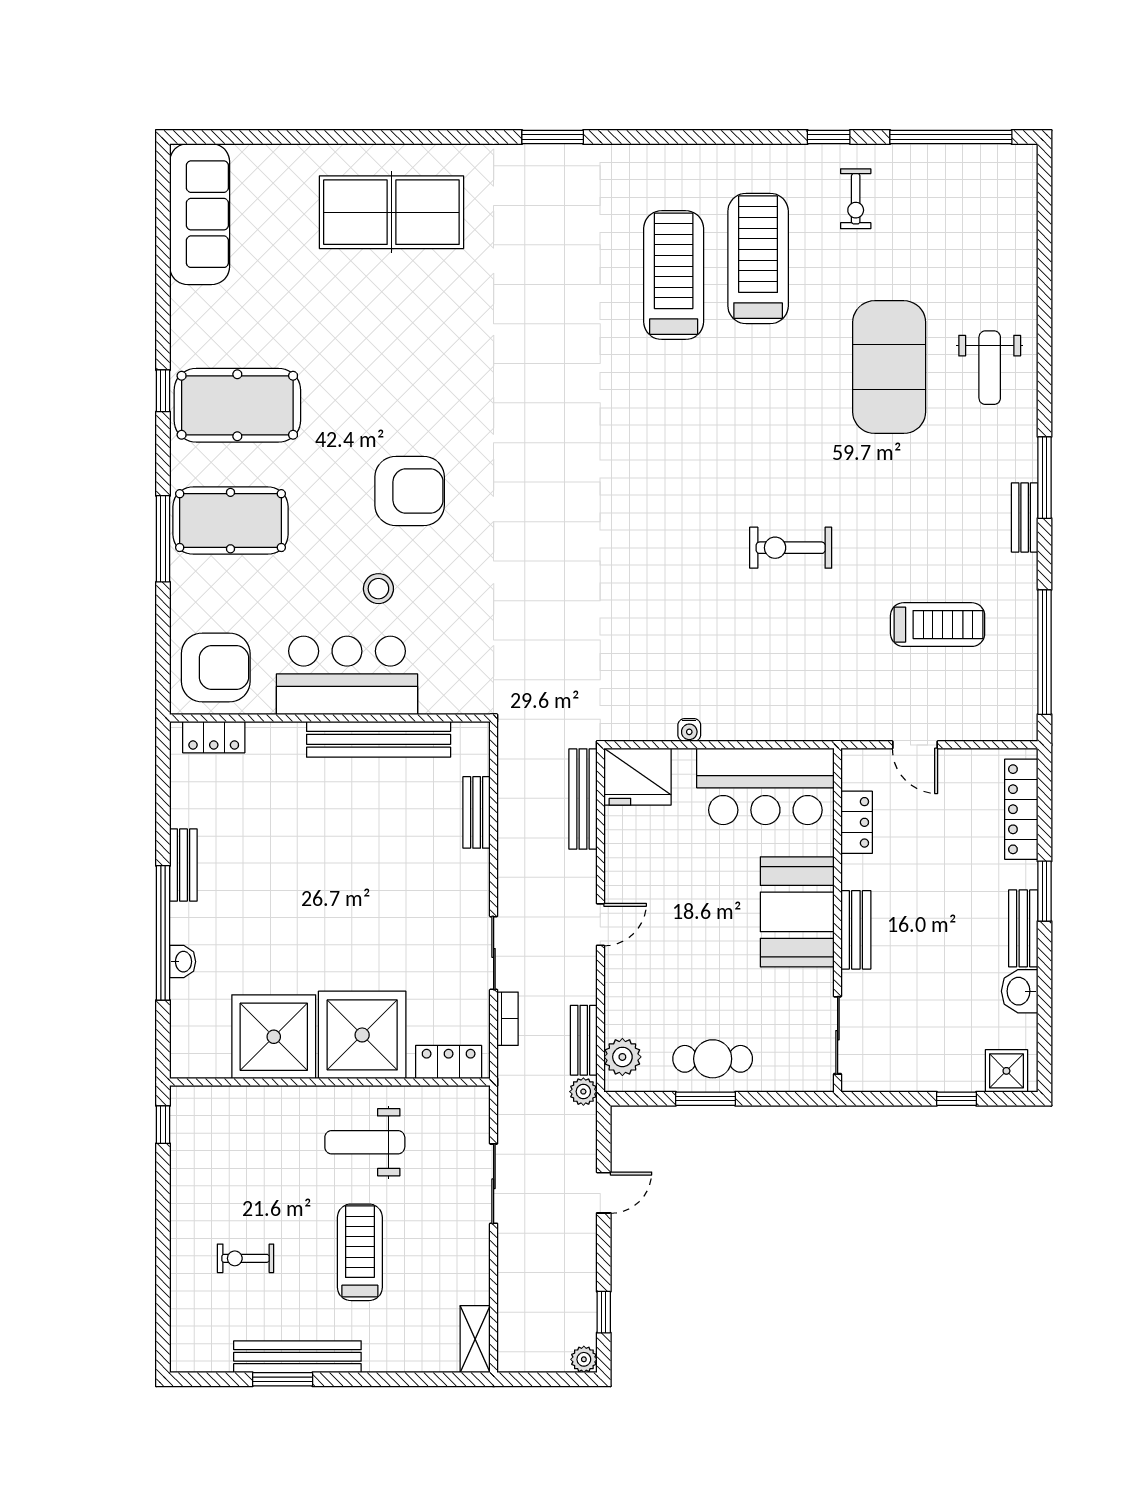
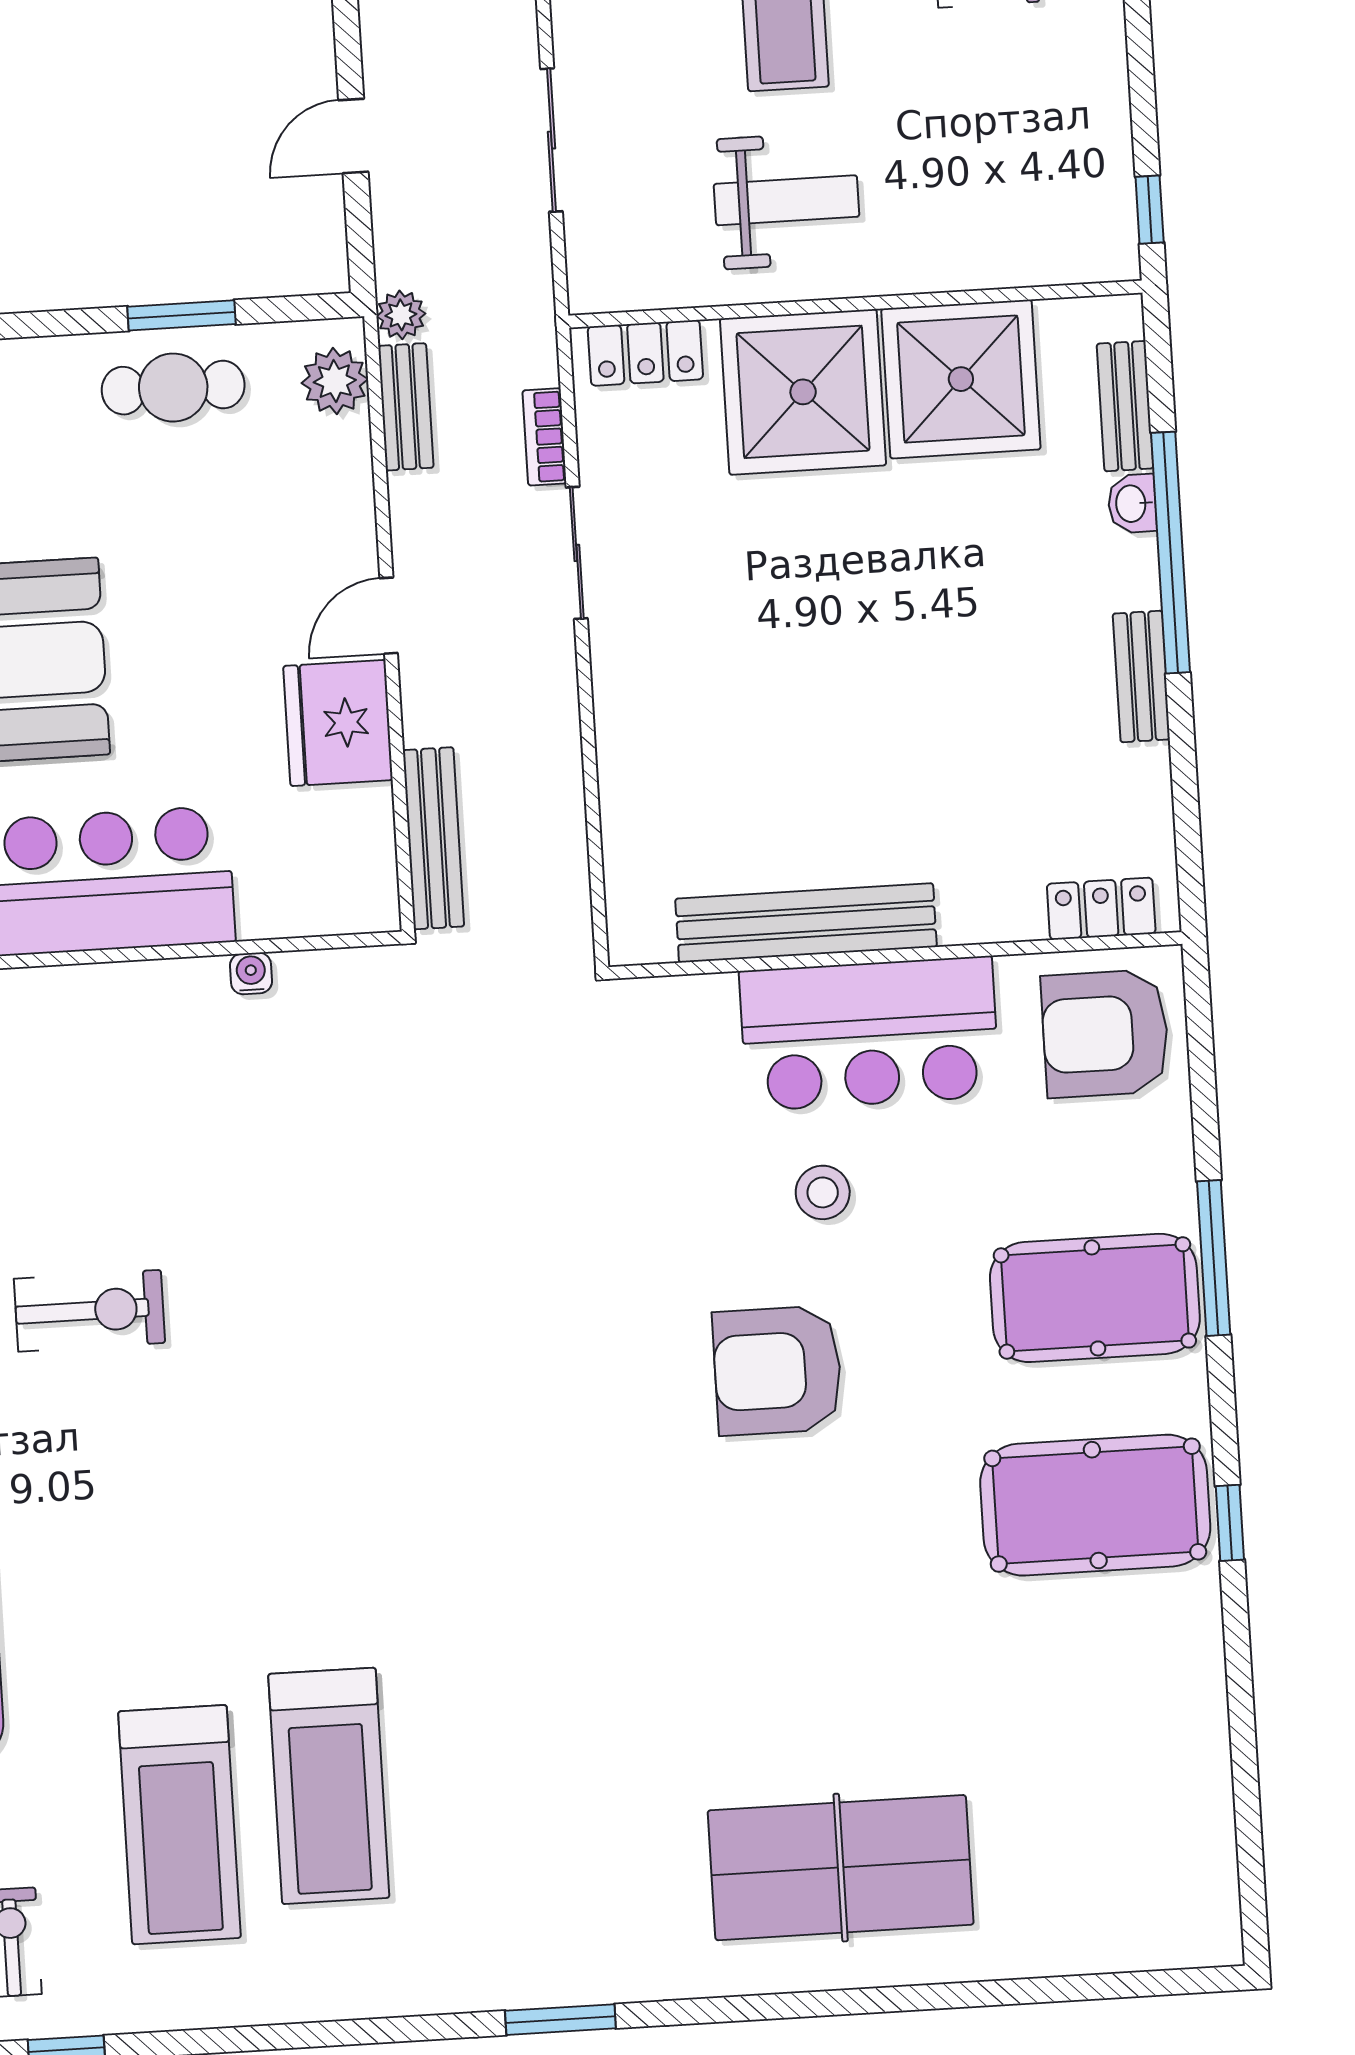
sofa: (200, 214) -> (1184, 1843), removed
fridge: (637, 777) -> (338, 723), moved, turned -90
bench: (477, 812) -> (1125, 406), moved

